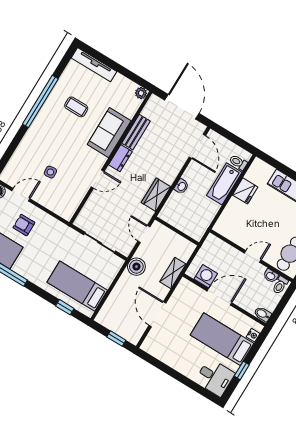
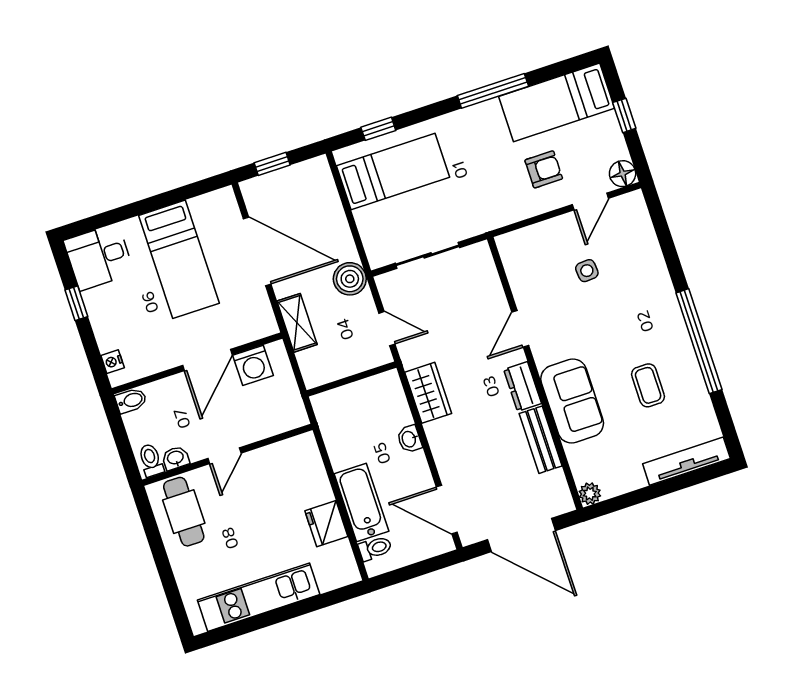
coffee table: (76, 107) -> (648, 385), turned 90
door: (157, 314) -> (257, 251), width x1.36
bed: (222, 339) -> (179, 259), moved, turned 90

